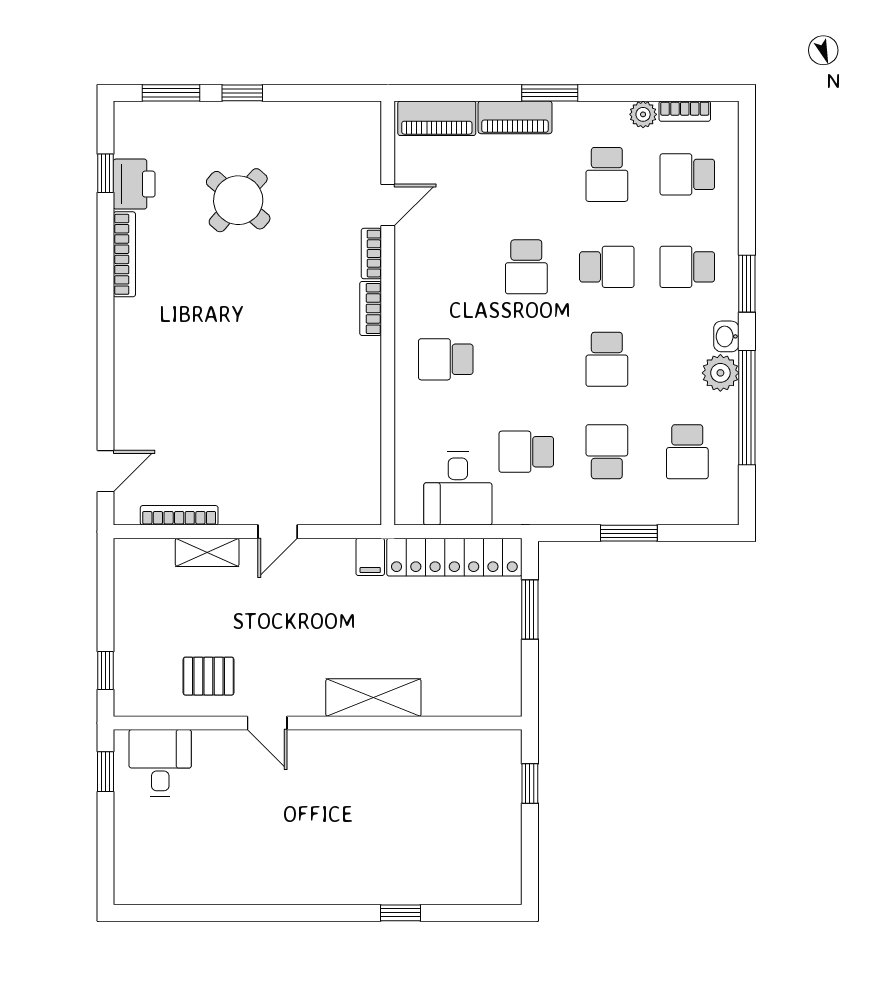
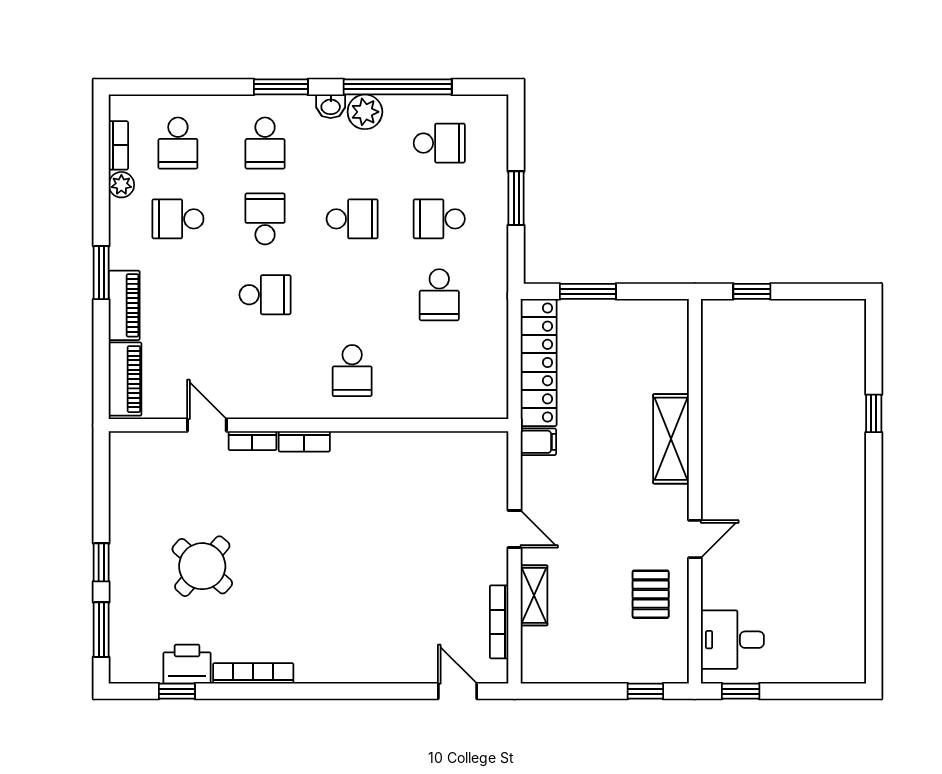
school desk: (607, 174) -> (178, 219), turned 180
desk: (458, 489) -> (474, 359), removed

